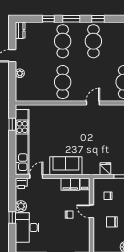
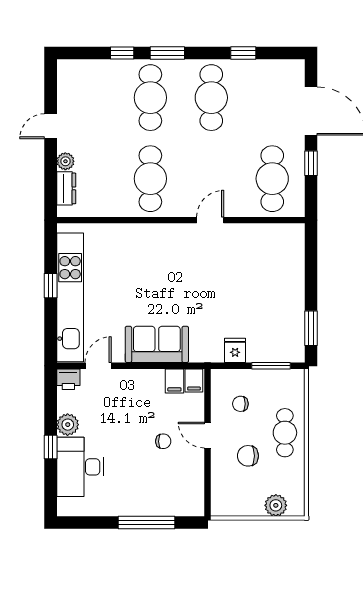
window: (98, 19) -> (243, 53), moved
dresser: (20, 30) -> (66, 188), moved
window: (12, 124) -> (51, 286), moved
filing cabinet: (70, 184) -> (174, 381), width x0.50

